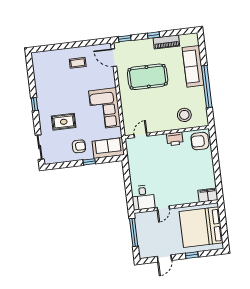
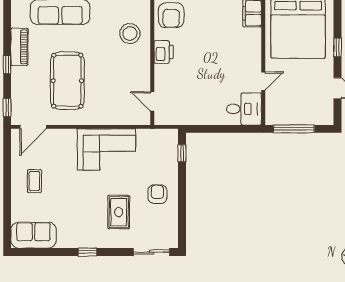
sofa: (108, 148) -> (33, 235), moved, turned 90
window: (89, 162) -> (182, 153), moved
door: (163, 208) -> (263, 81), hinge flipped

